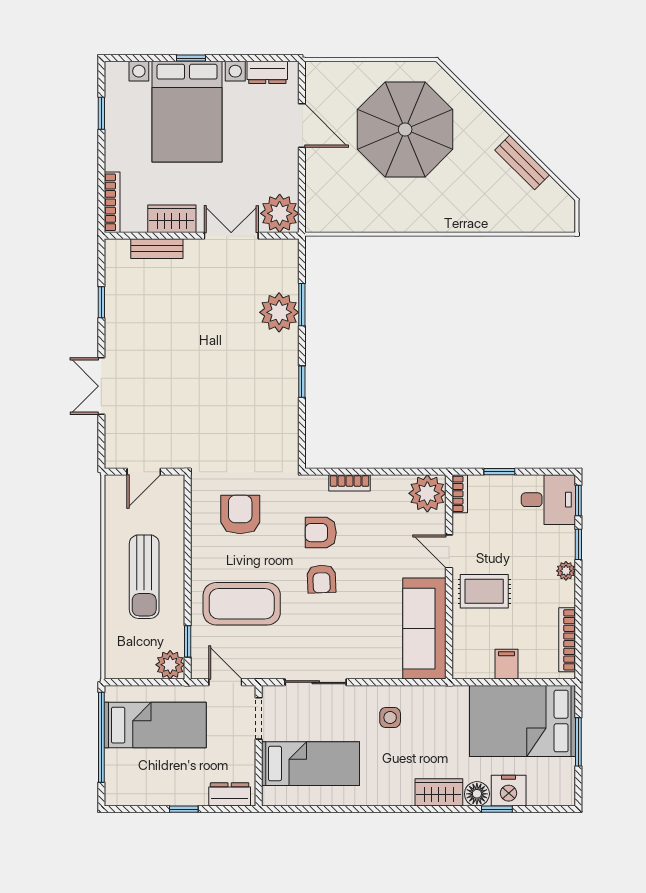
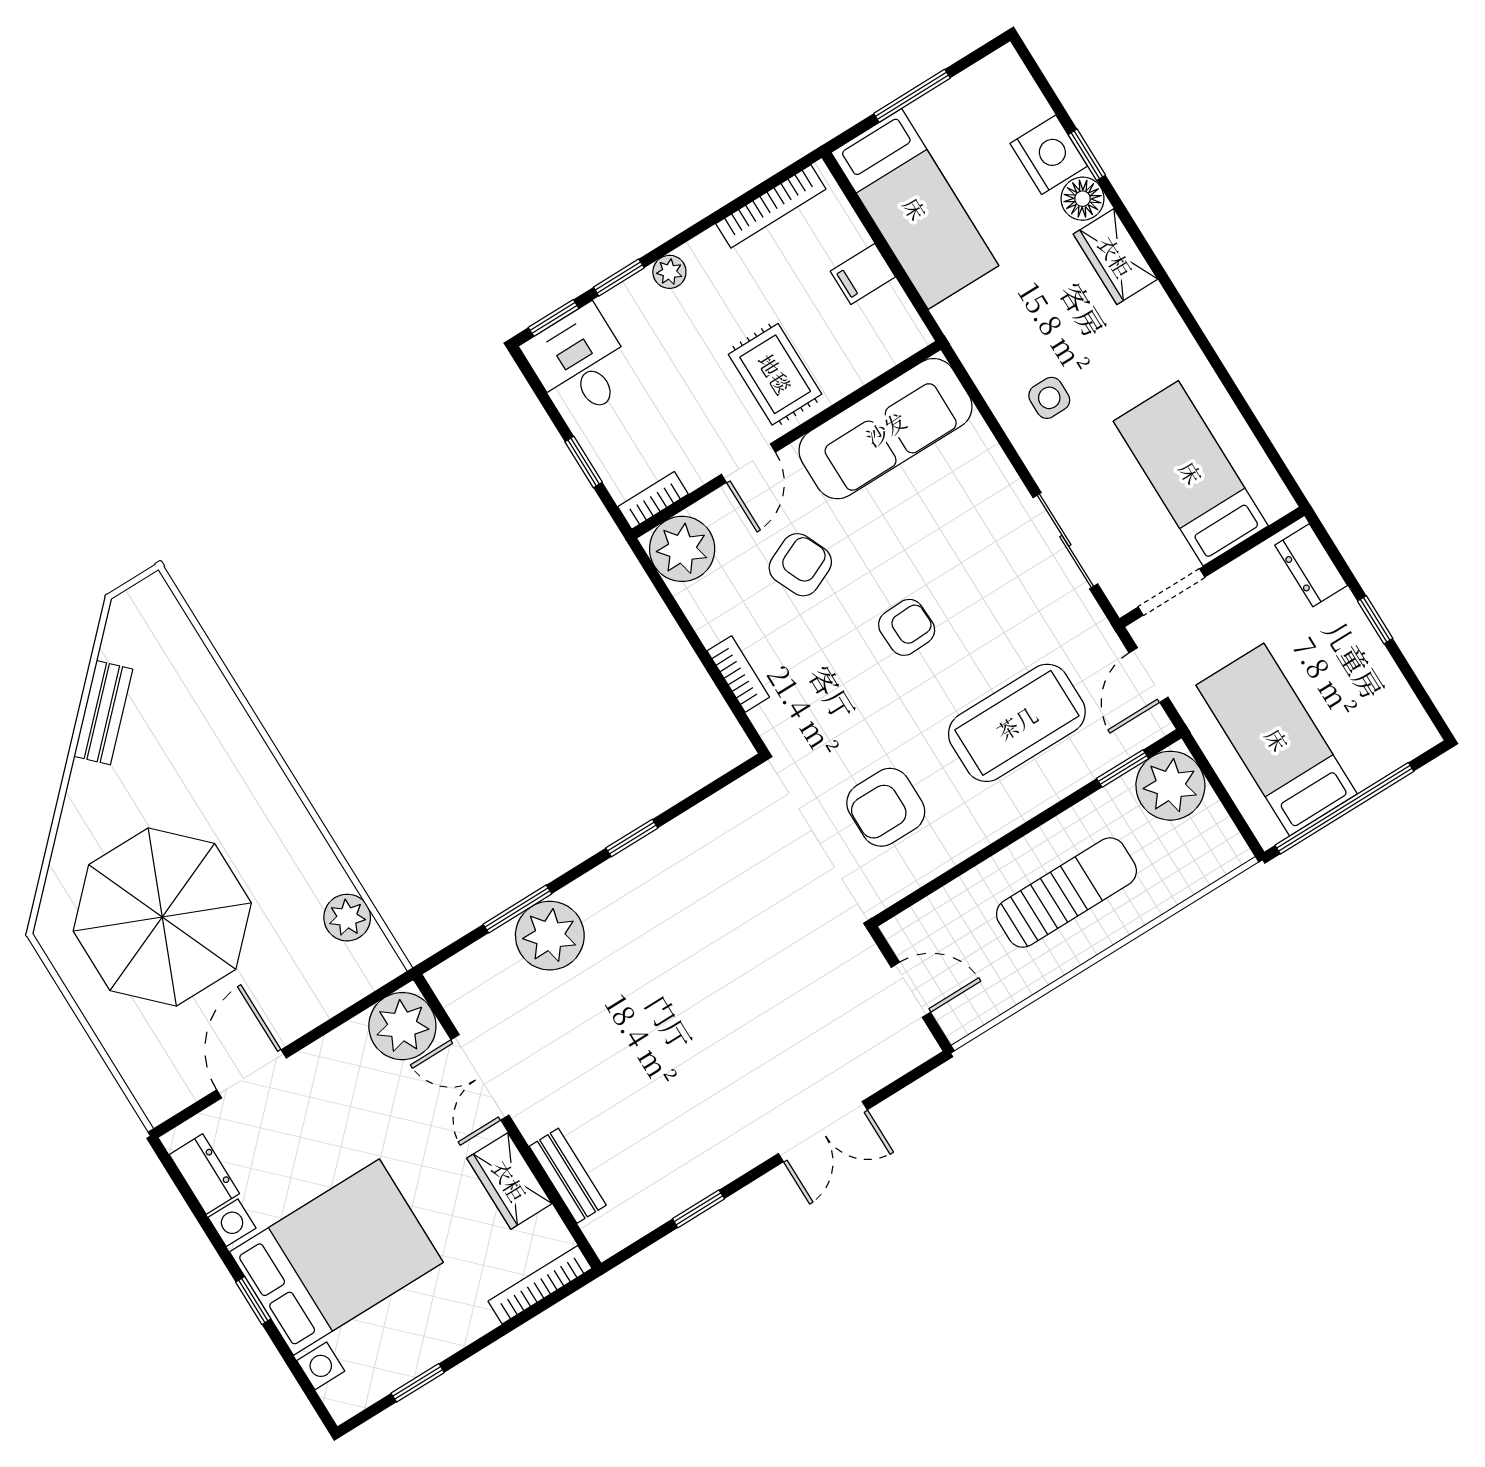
plant: (349, 219) -> (347, 918), added
armchair: (321, 533) -> (800, 565), moved, turned -114
coffee table: (242, 604) -> (1017, 723), turned 90
plant: (170, 665) -> (1170, 786), width x1.36, depth x1.36
bed: (522, 721) -> (915, 209), width x0.67

